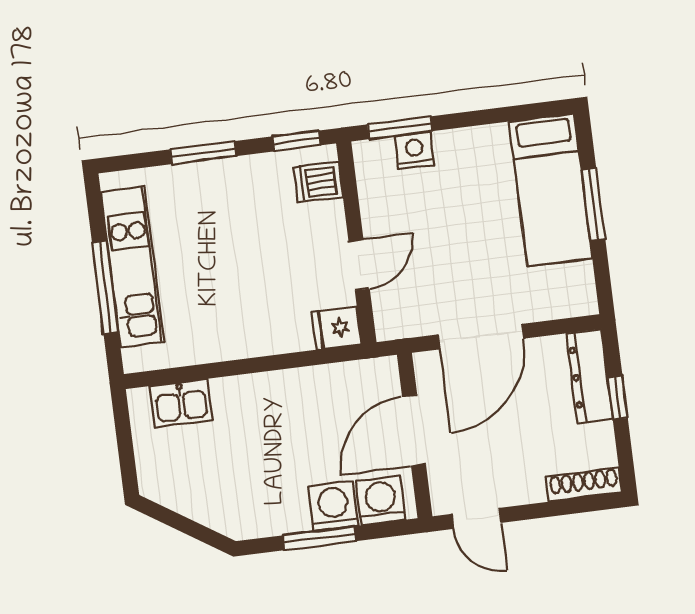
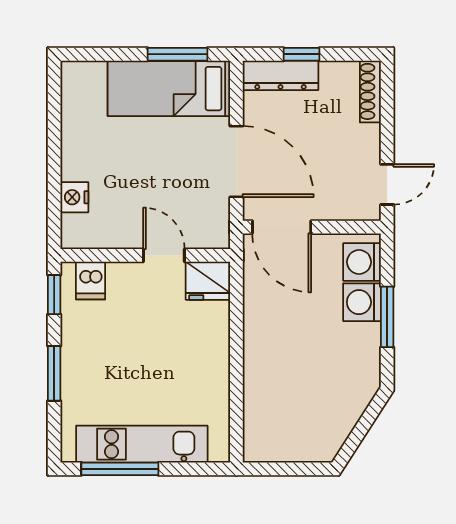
window: (400, 128) -> (54, 207), removed
bed: (551, 190) -> (169, 89), moved, turned 180
window: (593, 204) -> (178, 54), moved
window: (105, 287) -> (120, 469), moved
fridge: (337, 328) -> (208, 281), width x1.38
kitchen sink: (181, 403) -> (260, 418), removed
door: (414, 430) -> (282, 227), moved

